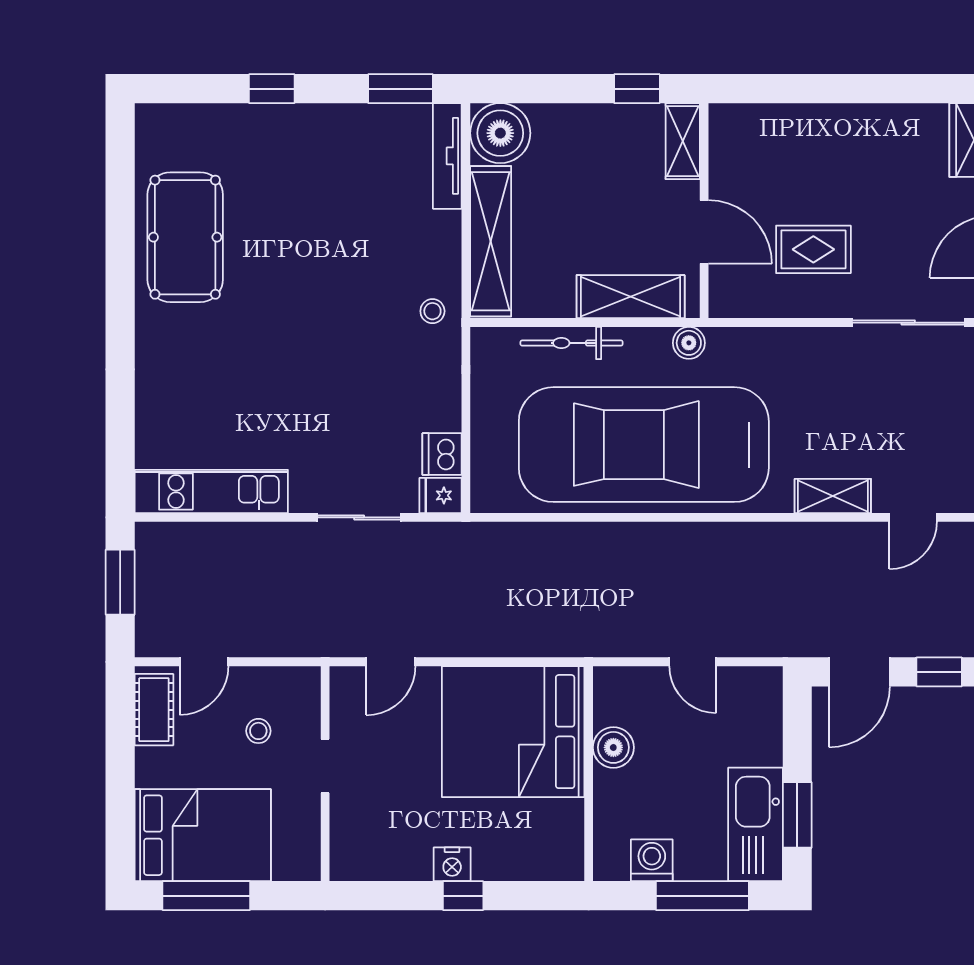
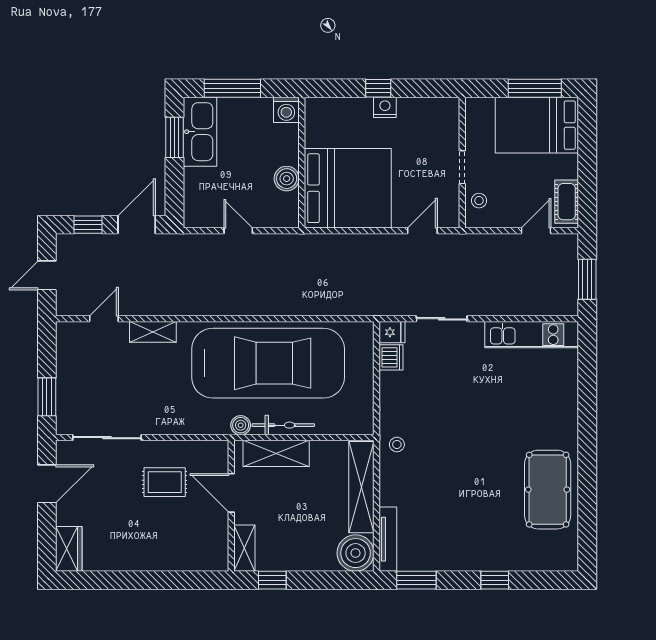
bicycle: (572, 343) -> (283, 425), moved
stool: (258, 731) -> (479, 201), moved
washing machine: (652, 860) -> (286, 110), moved

